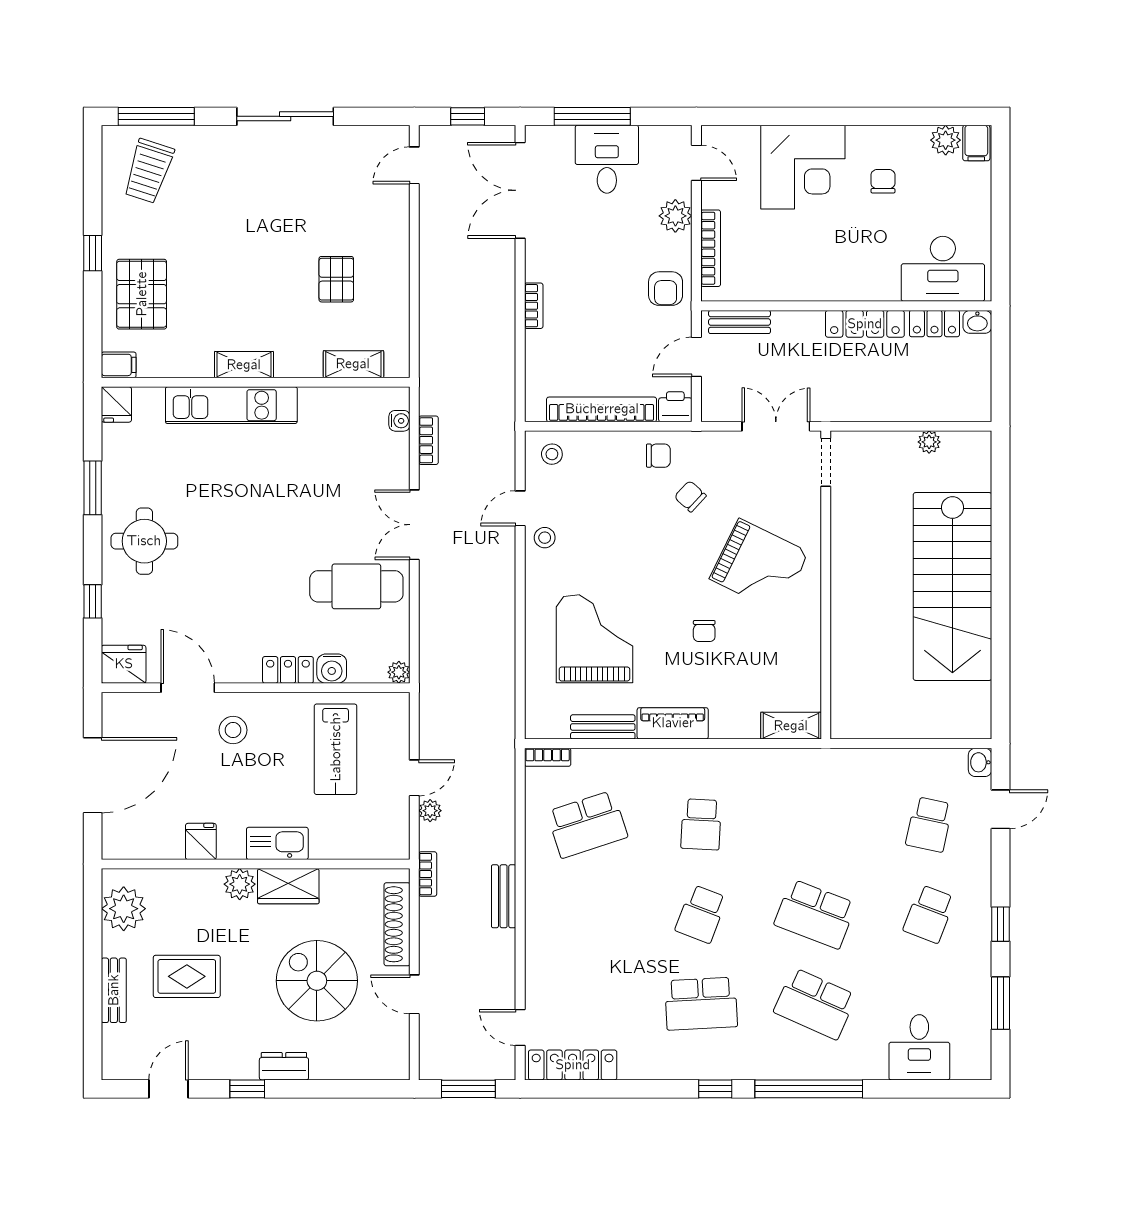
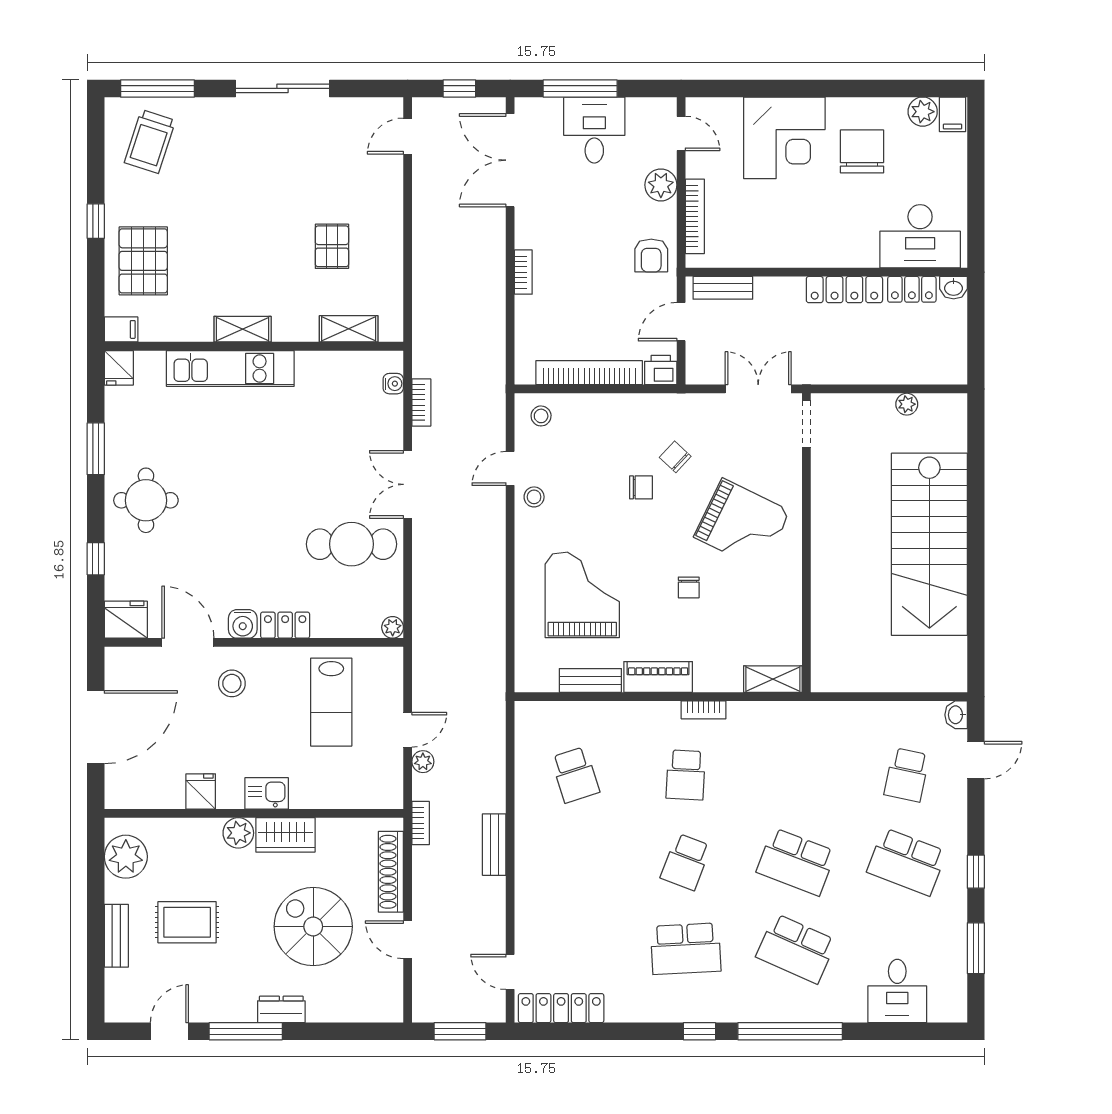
chair: (883, 181) -> (862, 151), width x1.87, depth x1.87
chair: (658, 456) -> (641, 487), moved
water cooler: (332, 669) -> (243, 624), moved
bookcase: (548, 757) -> (704, 710), moved
school desk: (587, 824) -> (575, 775), width x0.54
kitchen sink: (277, 843) -> (267, 793), width x0.73
school desk: (929, 914) -> (907, 862), width x1.85
window: (247, 1089) -> (246, 1031), width x2.17

